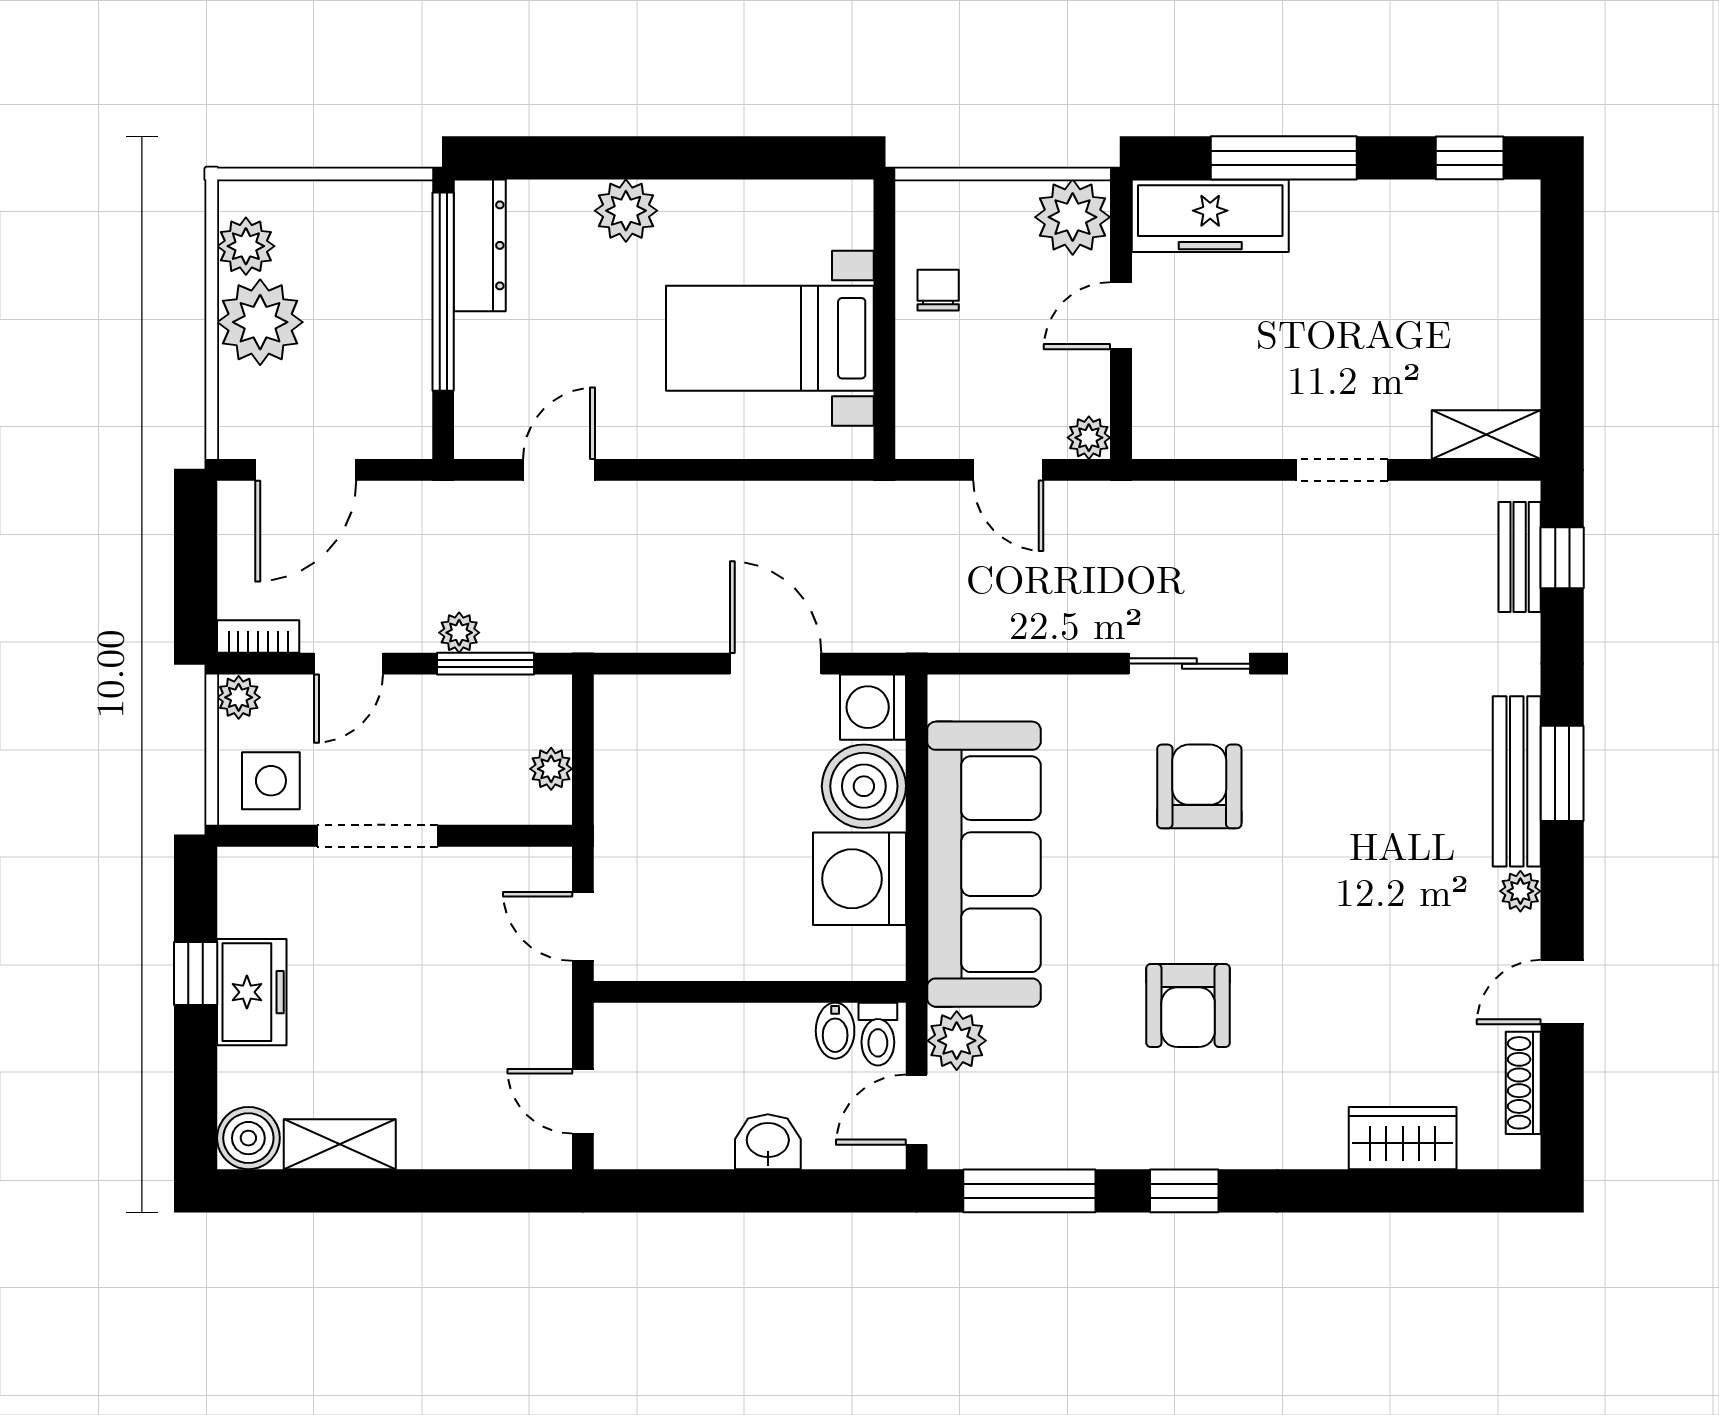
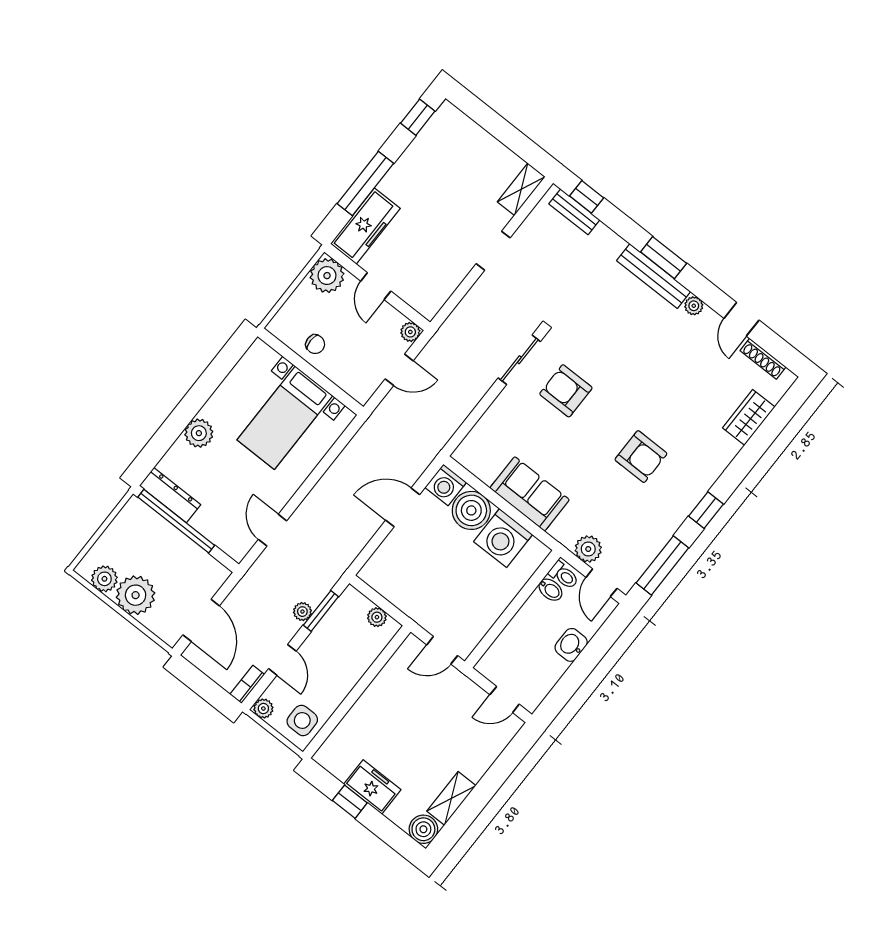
chair: (938, 290) -> (315, 344), turned 180
doorway: (378, 836) -> (352, 698), removed
sofa: (984, 864) -> (530, 494), width x0.54, depth x0.79

